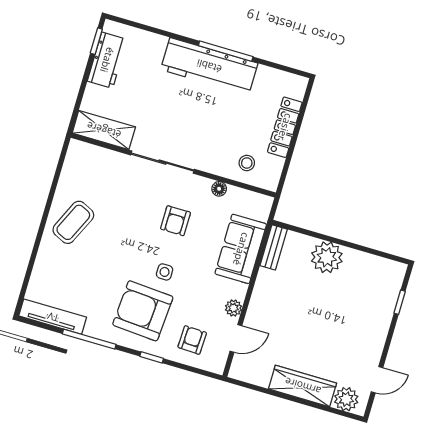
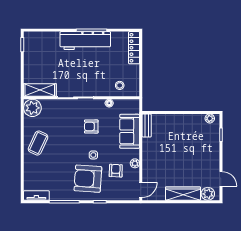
workbench: (107, 60) -> (31, 53), removed
locker: (285, 127) -> (134, 48), moved
plant: (82, 158) -> (32, 108), added
armchair: (176, 221) -> (91, 126), turned 90
plant: (327, 257) -> (210, 118), moved, width x0.53, depth x0.53
tv unit: (53, 317) -> (36, 195), width x0.71
door: (236, 338) -> (141, 190), moved
armchair: (192, 340) -> (116, 171), moved
door: (377, 380) -> (221, 179), hinge flipped

